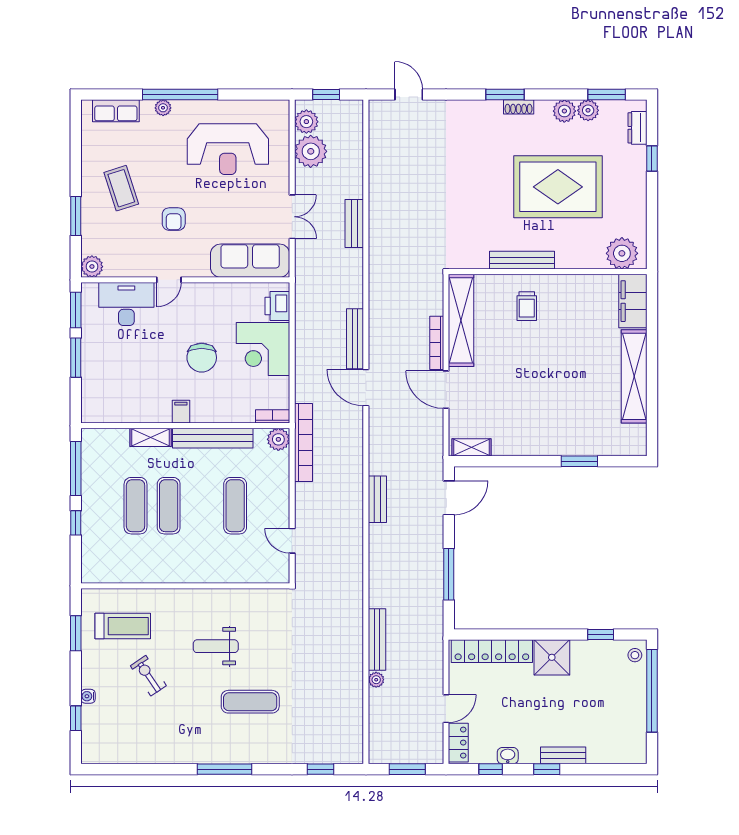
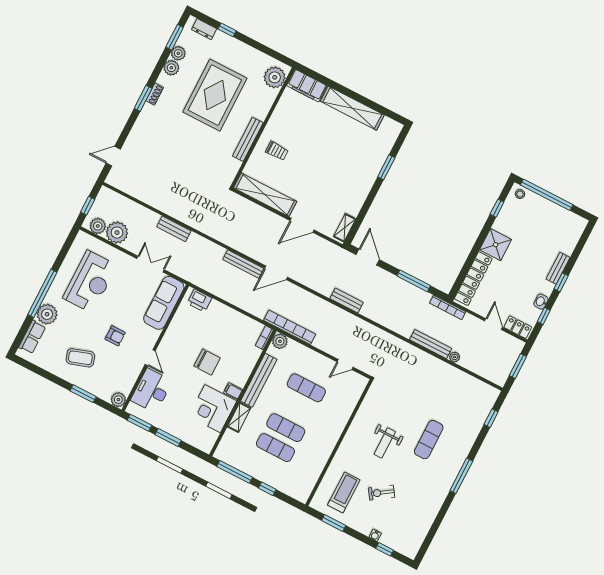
plant: (163, 108) -> (47, 314), width x1.88, depth x1.88
bookcase: (437, 343) -> (448, 307), moved
corner desk: (263, 349) -> (213, 409), moved, turned 90

